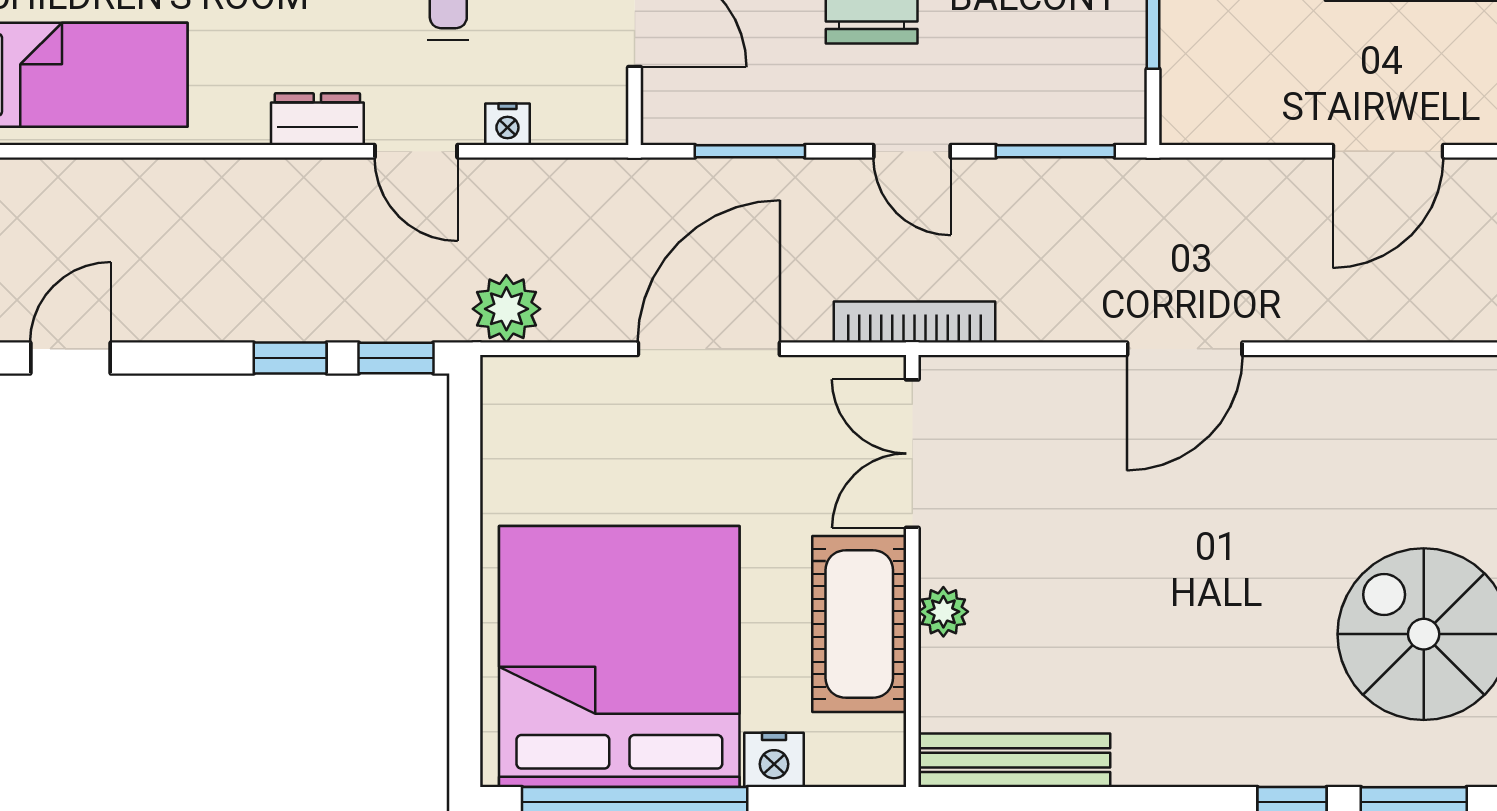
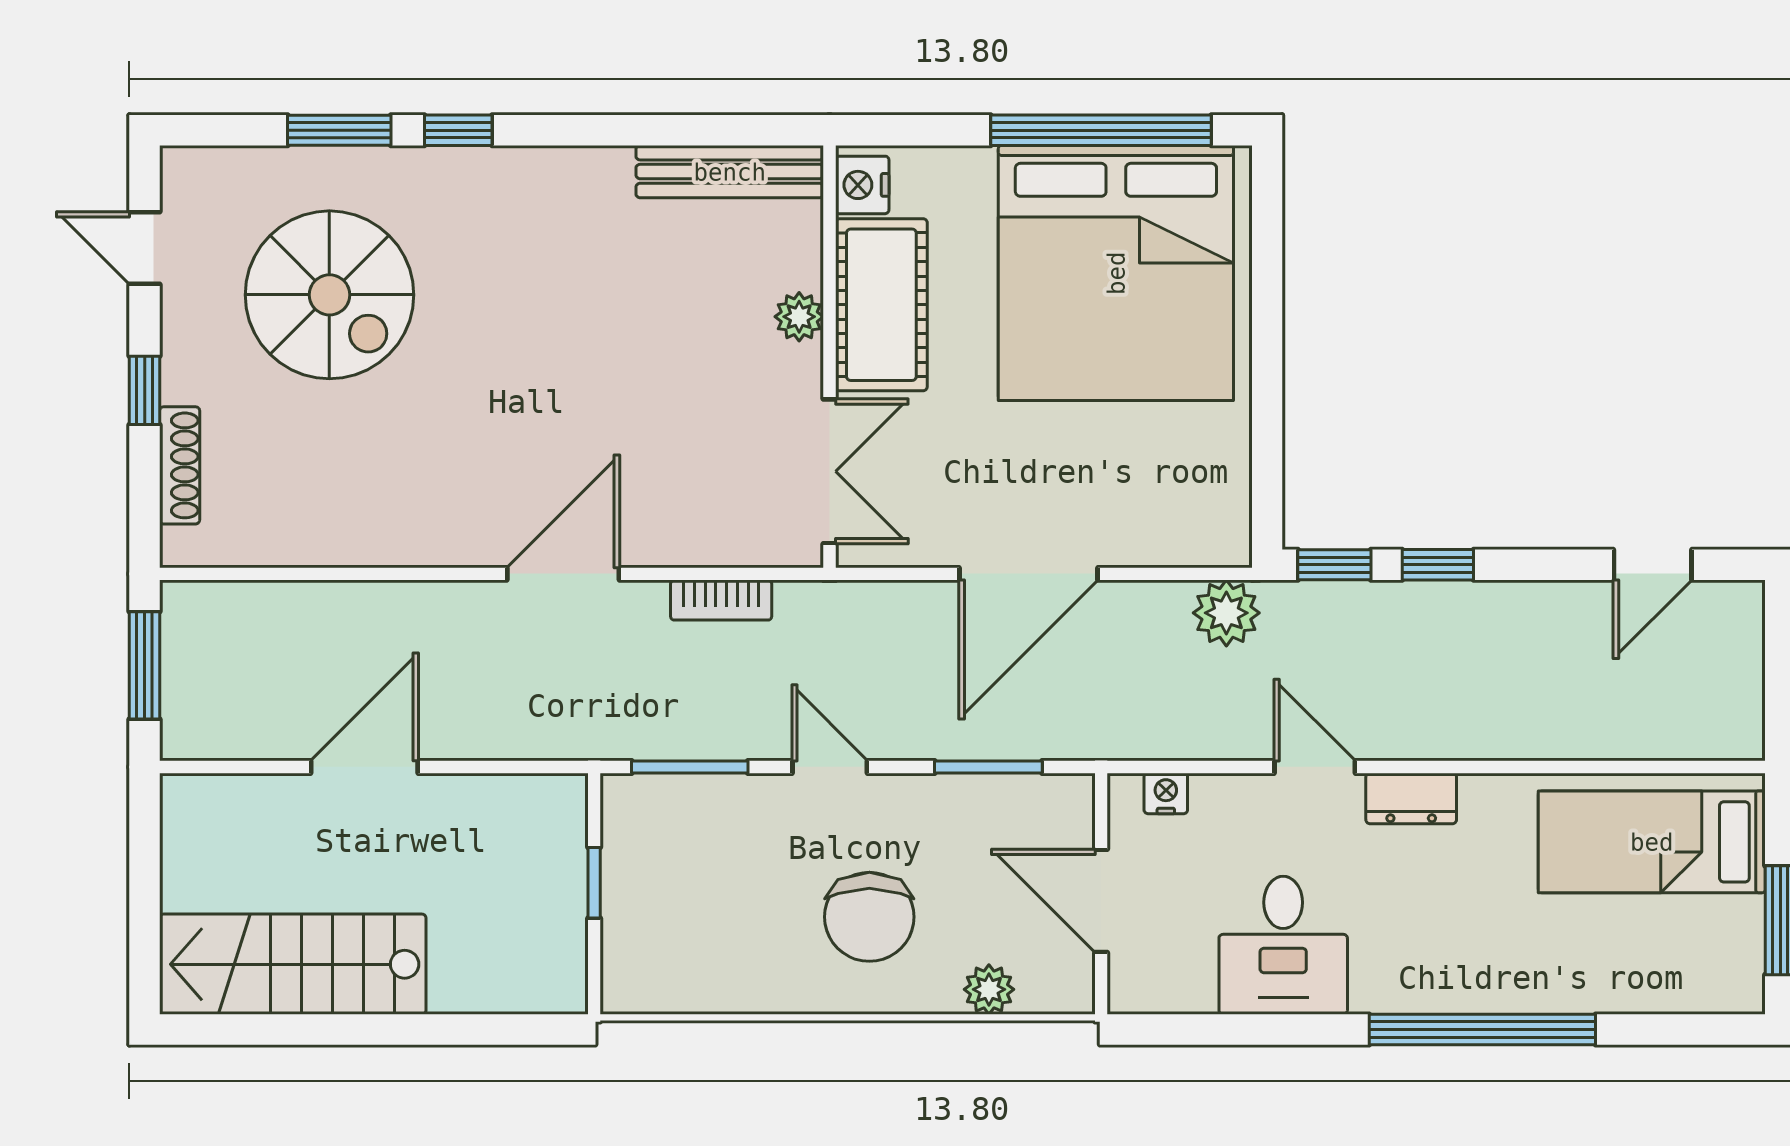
nightstand: (507, 124) -> (1166, 793), moved
bookcase: (915, 322) -> (721, 600), moved, width x0.64
nightstand: (774, 760) -> (862, 185), moved, turned -90

